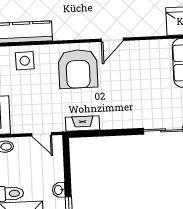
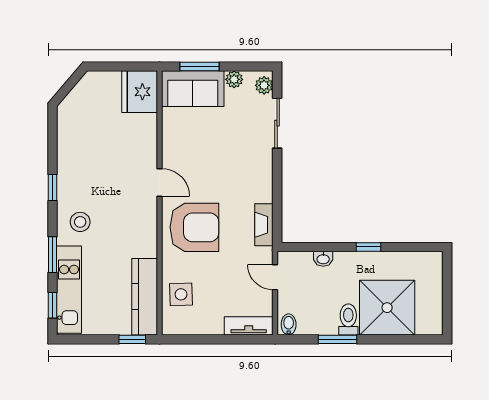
door: (42, 134) -> (275, 277), swing flipped
washbasin: (59, 190) -> (323, 259), moved

